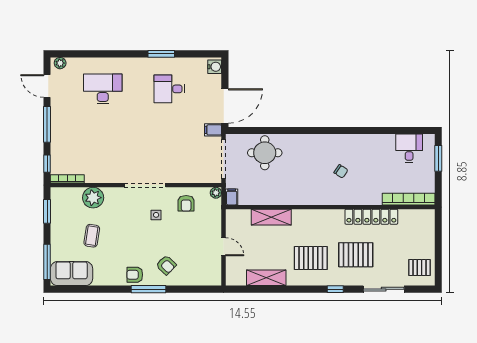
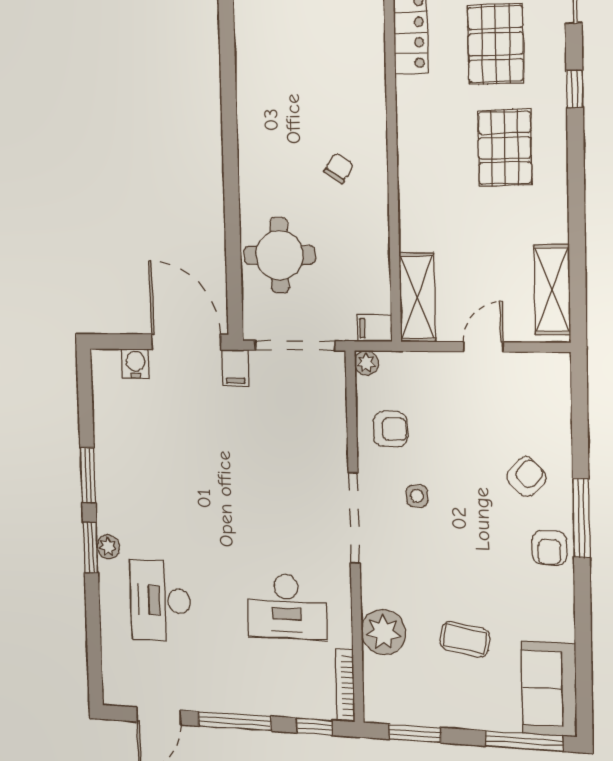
window: (127, 54) -> (91, 548), added
plant: (60, 63) -> (108, 547), moved
water cooler: (215, 67) -> (136, 364), moved
desk: (169, 89) -> (286, 607), moved, width x1.37
chair: (341, 171) -> (339, 168), moved
shelving: (271, 217) -> (417, 297), moved
shelving: (266, 278) -> (552, 290), moved

